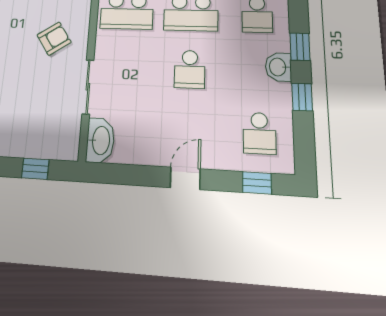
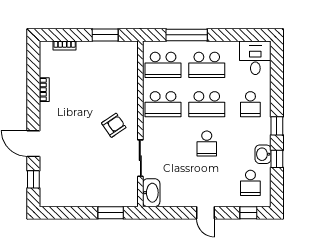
washbasin: (278, 67) -> (263, 154), moved
window: (35, 169) -> (111, 213), width x1.50
door: (185, 178) -> (206, 213), swing flipped

